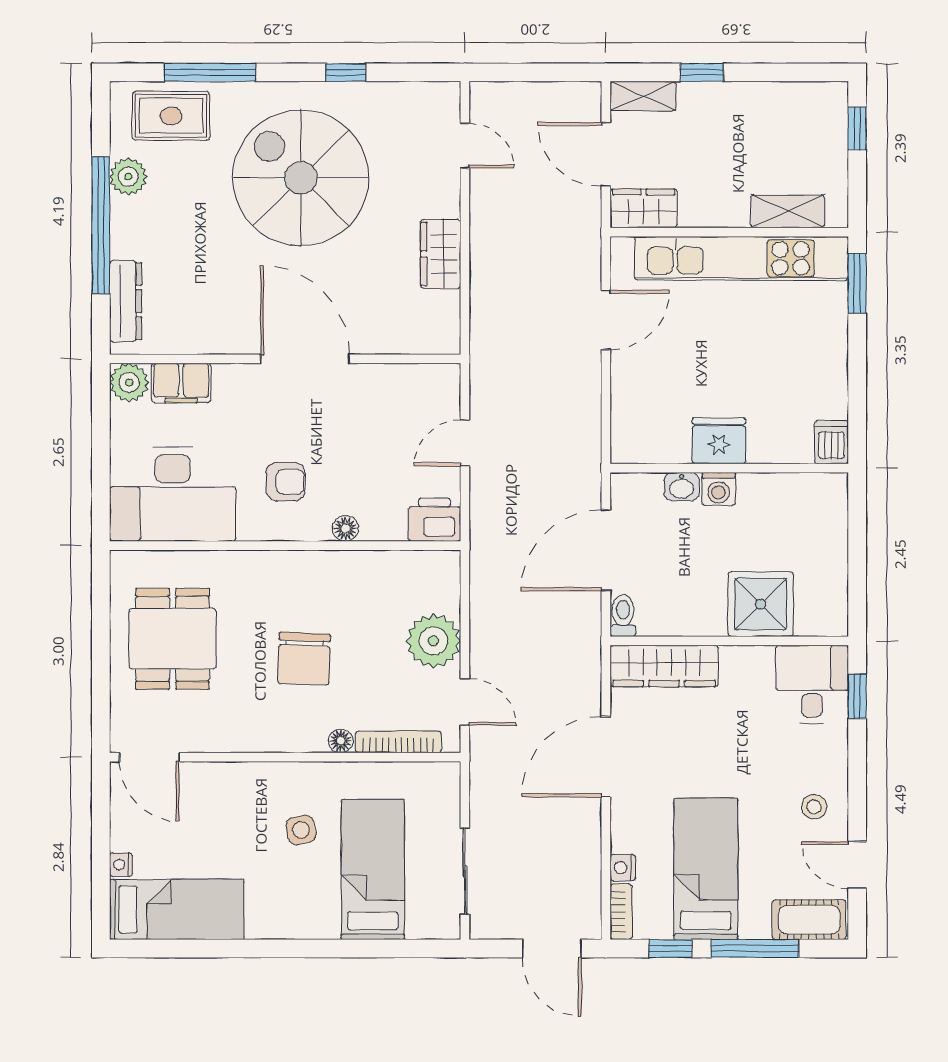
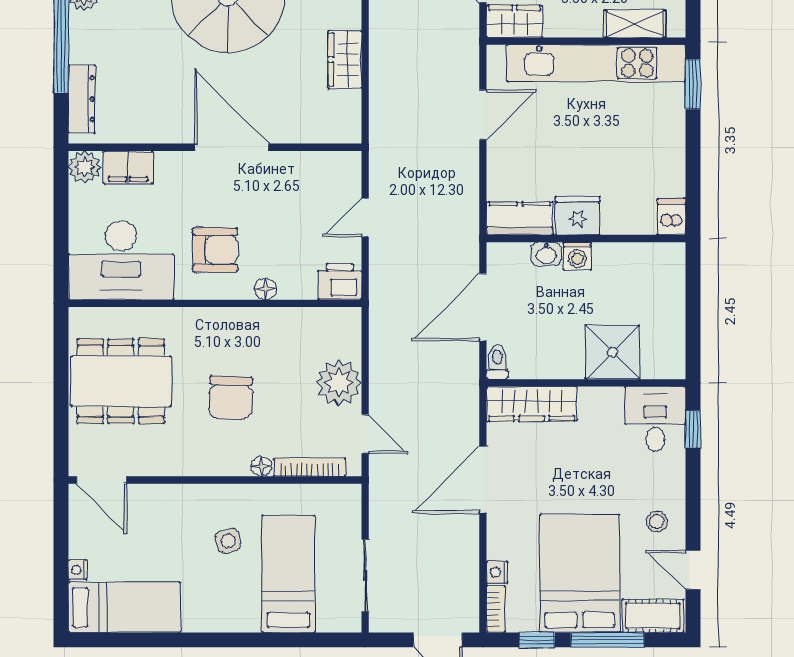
kitchen counter: (650, 444) -> (520, 218), added
armchair: (285, 482) -> (215, 250), width x1.38, depth x1.38
dining table: (172, 639) -> (121, 381), width x1.38
bed: (706, 869) -> (580, 573), width x1.50

